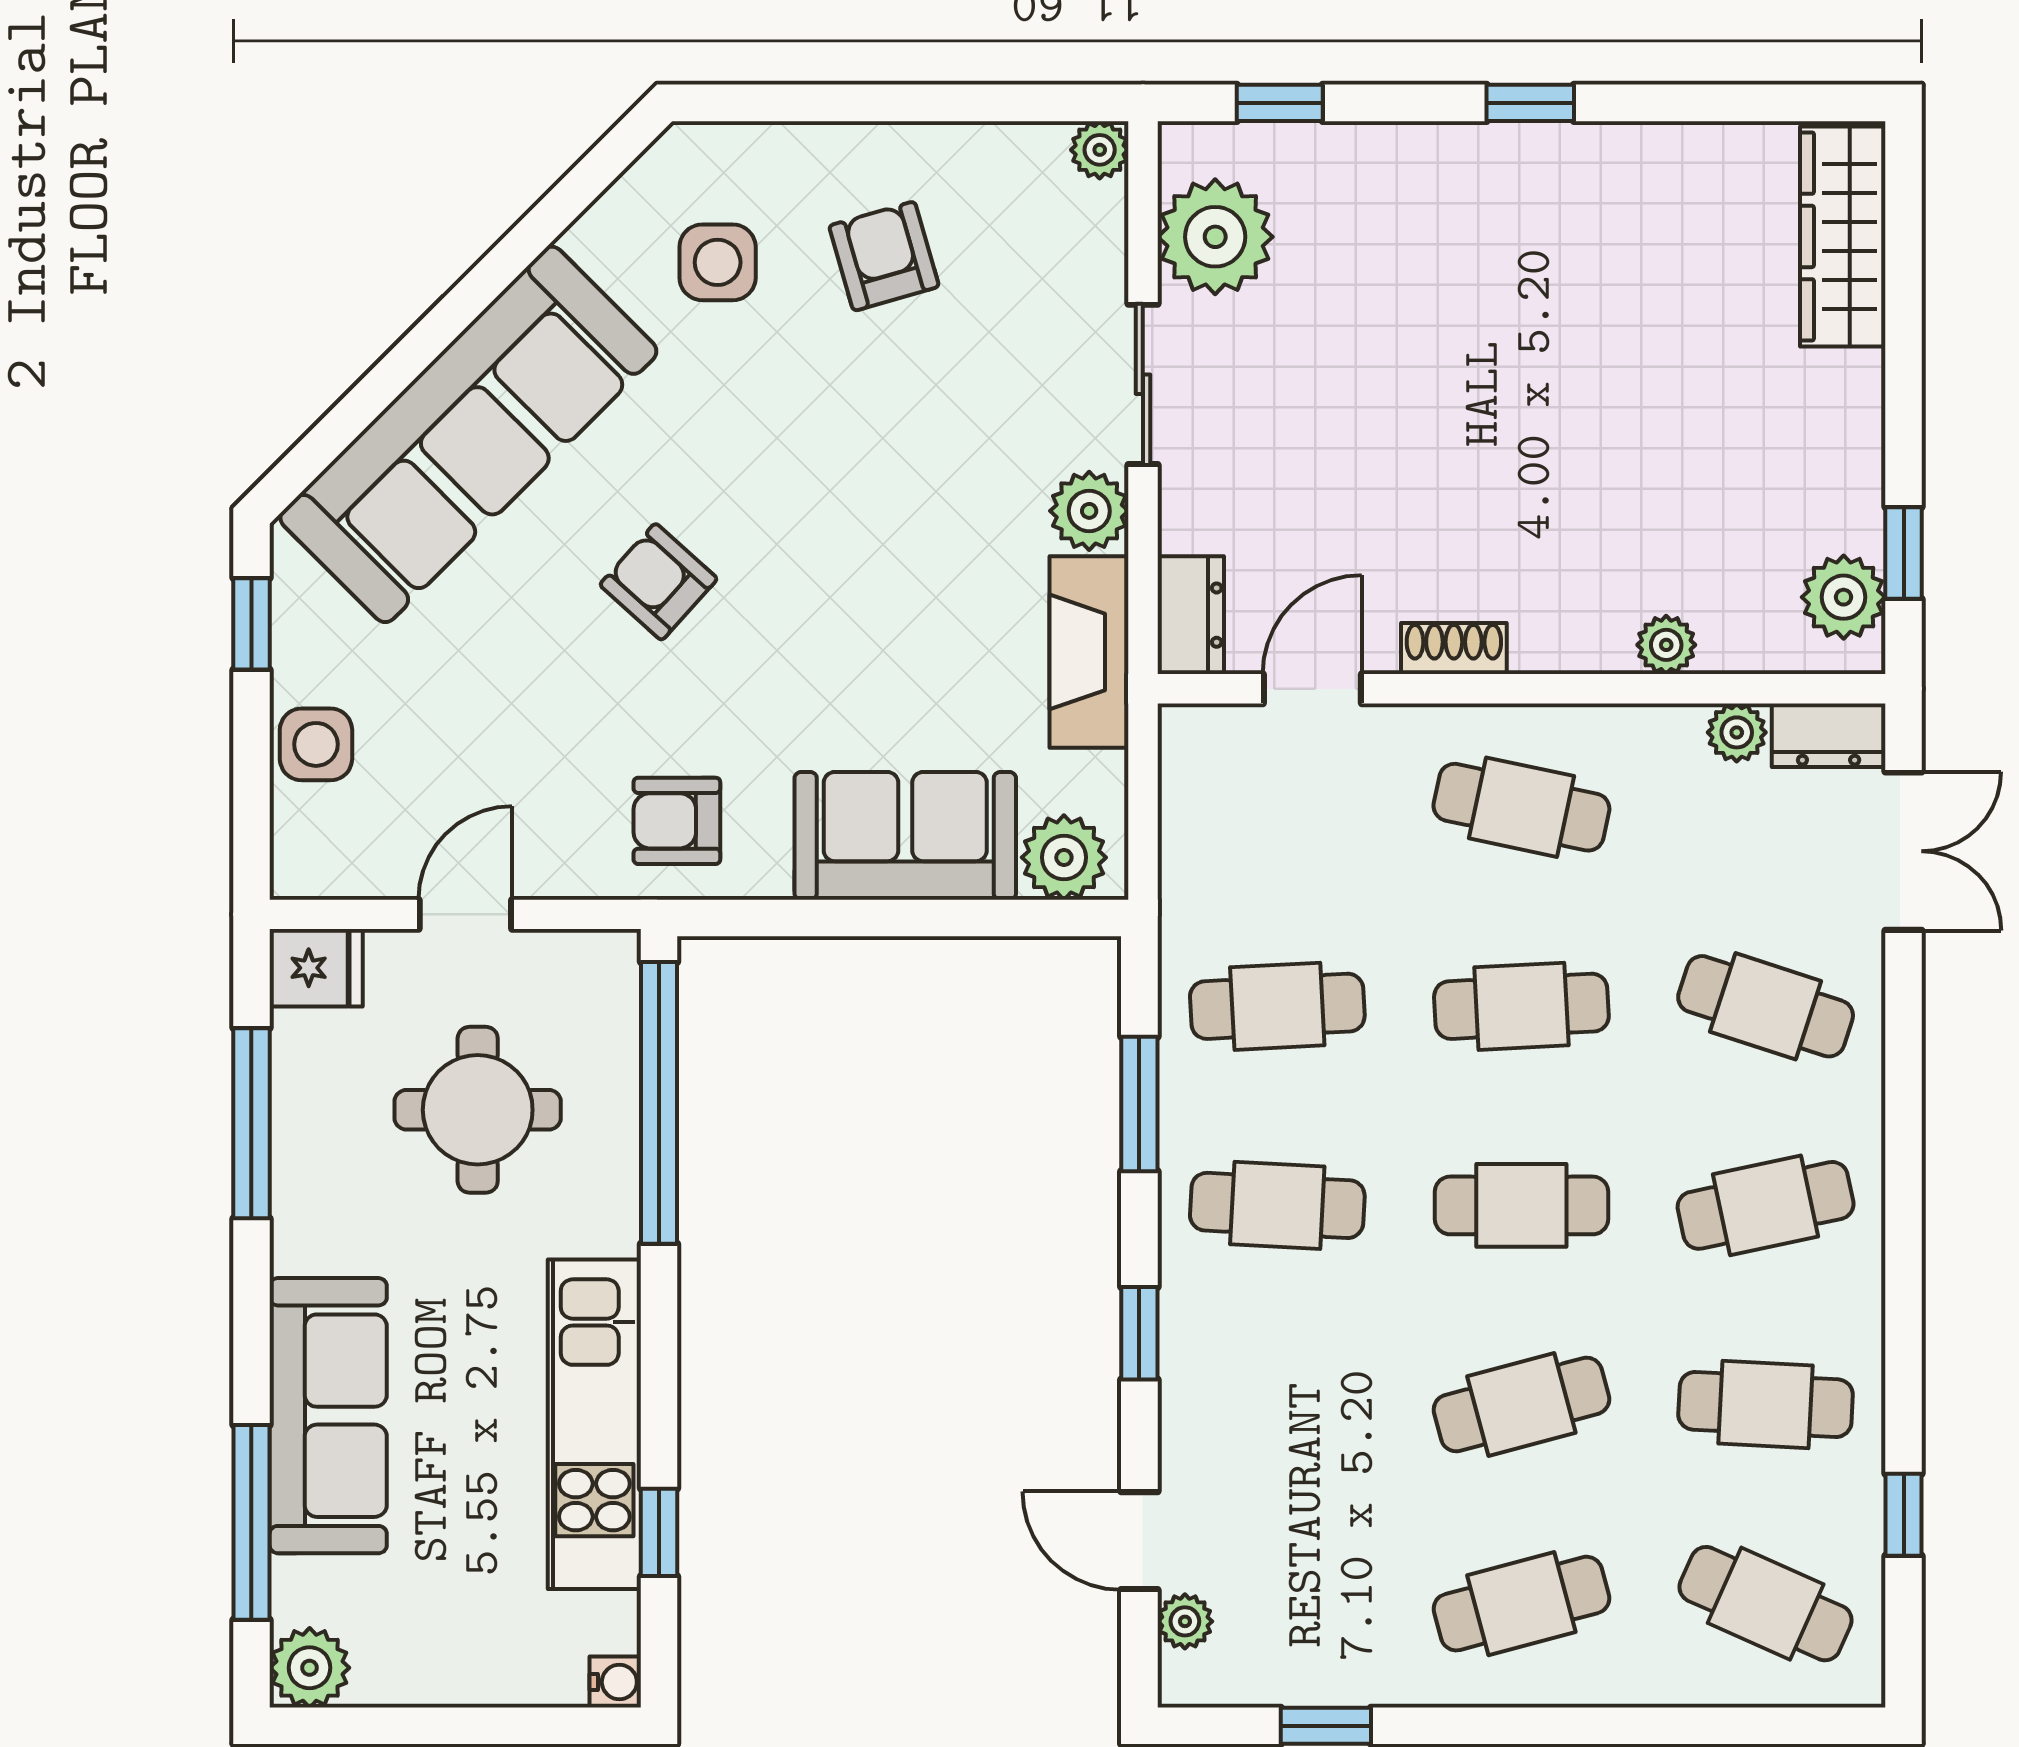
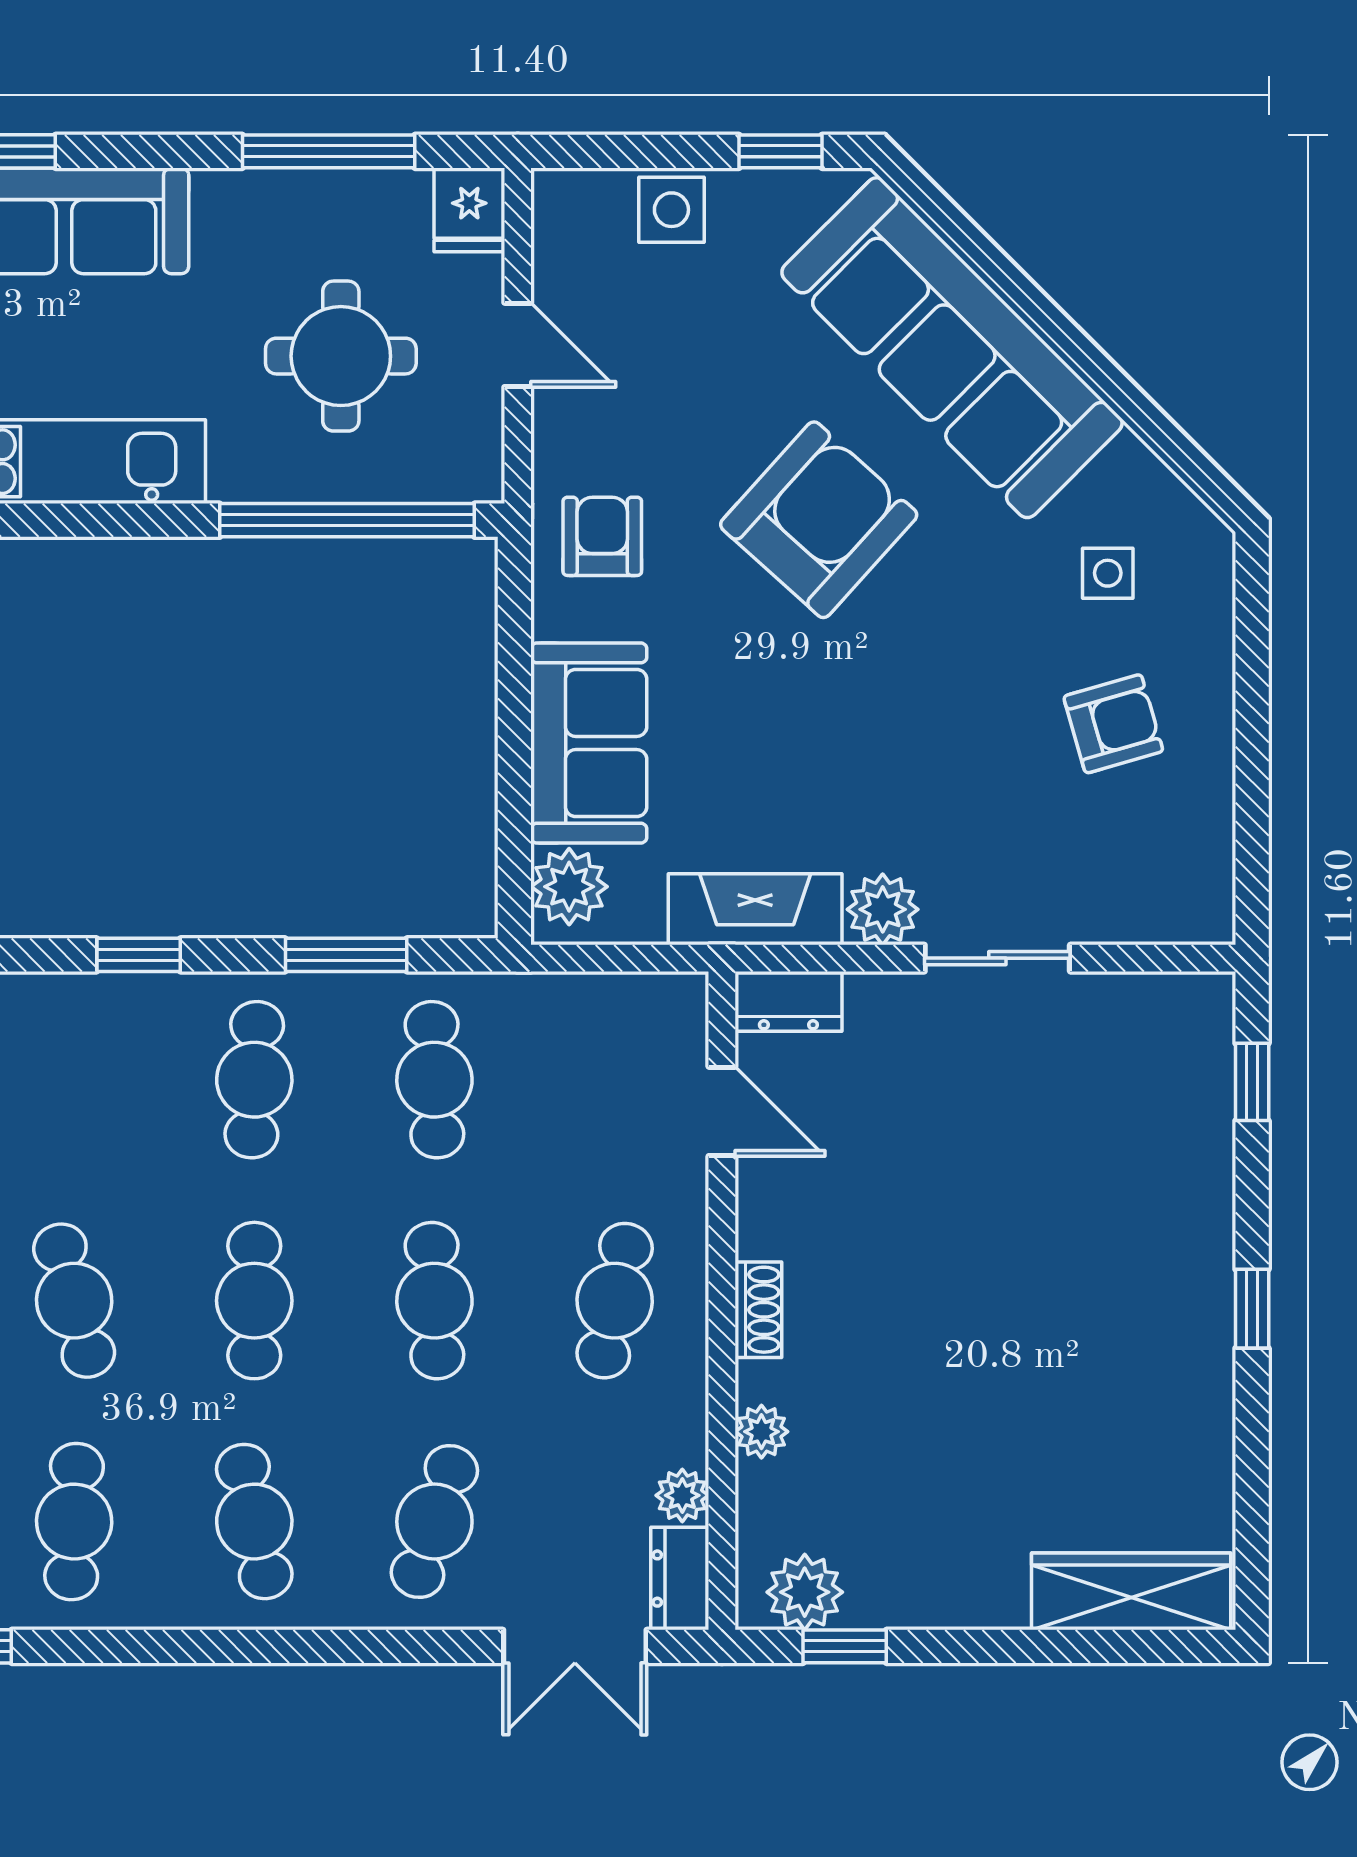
plant: (1100, 150) -> (1210, 919), removed
plant: (1215, 237) -> (1131, 1024), removed
side table: (718, 262) -> (1108, 573), width x0.73, depth x0.73
armchair: (659, 582) -> (819, 520), width x1.88, depth x1.88
shoe rack: (1454, 648) -> (758, 1310), moved

